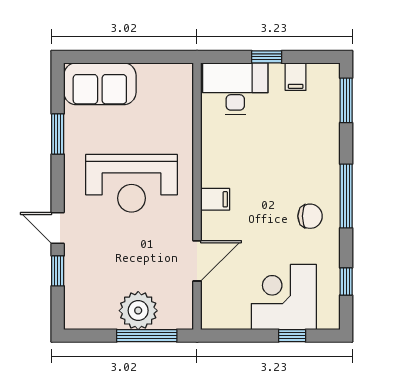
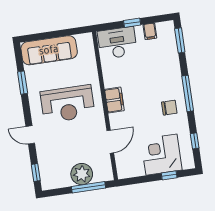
sofa: (100, 84) -> (49, 50), width x1.36
filing cabinet: (215, 199) -> (114, 100), width x2.00
window: (58, 271) -> (36, 173), moved

